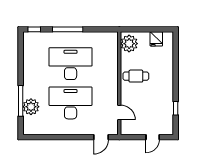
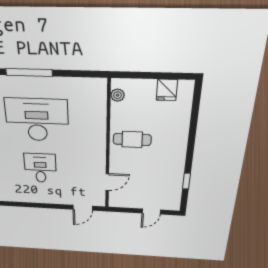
plant: (129, 44) -> (118, 95), width x0.53, depth x0.53
desk: (71, 103) -> (40, 168), width x0.53, depth x0.77
door: (119, 112) -> (107, 182), hinge flipped

